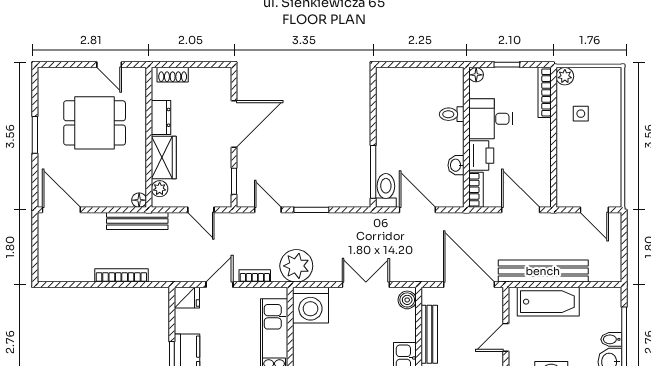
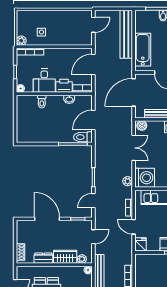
plant: (296, 266) -> (128, 181), width x0.53, depth x0.53
bench: (543, 271) -> (126, 34), moved
double door: (366, 285) -> (134, 148), swing flipped

